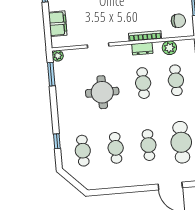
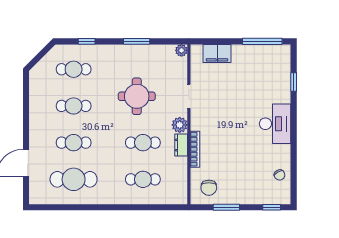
plant: (169, 48) -> (180, 125), moved
window: (51, 74) -> (137, 41), moved

